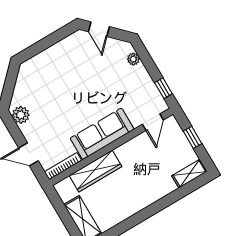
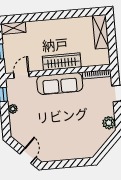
plant: (133, 59) -> (13, 109), moved
wardrobe: (96, 171) -> (62, 62), moved

